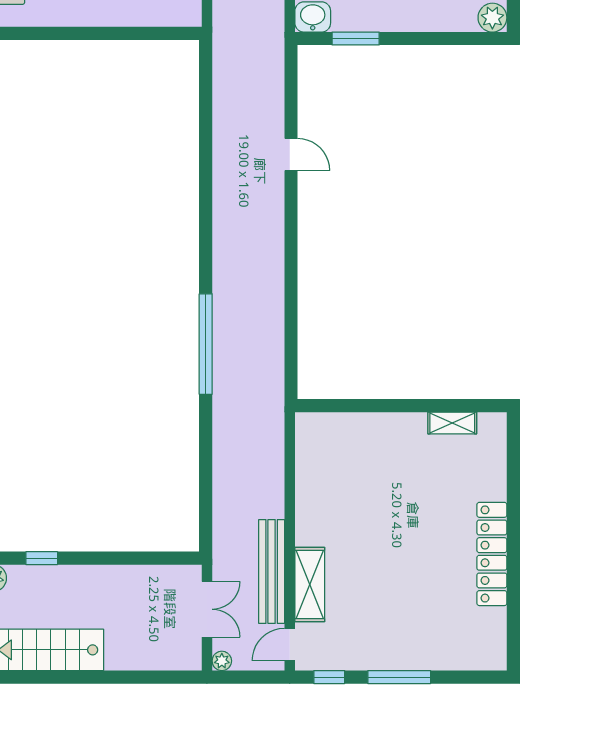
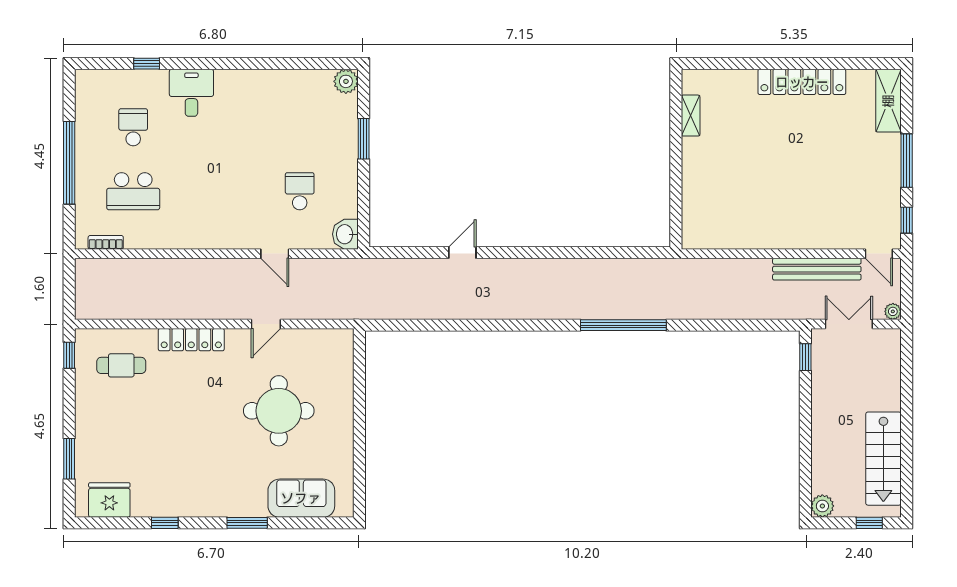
window: (356, 39) -> (364, 139), moved
window: (42, 558) -> (805, 357), moved
shelving: (310, 585) -> (888, 101), moved, turned 90

